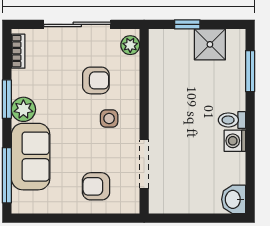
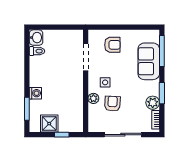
plant: (130, 45) -> (93, 98), moved
armchair: (96, 80) -> (112, 104), turned 93
plant: (23, 109) -> (153, 103), moved
toilet: (232, 120) -> (37, 51), moved
washing machine: (235, 141) -> (35, 93), moved

